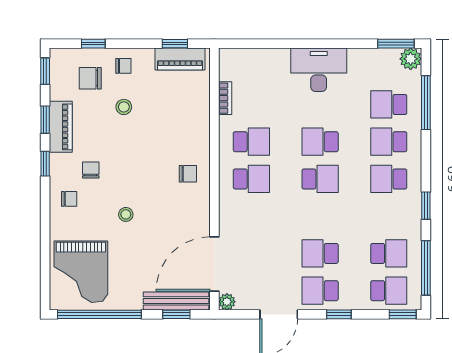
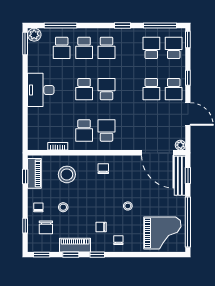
stool: (178, 113) -> (67, 174), added
school desk: (251, 142) -> (84, 130), turned 180

